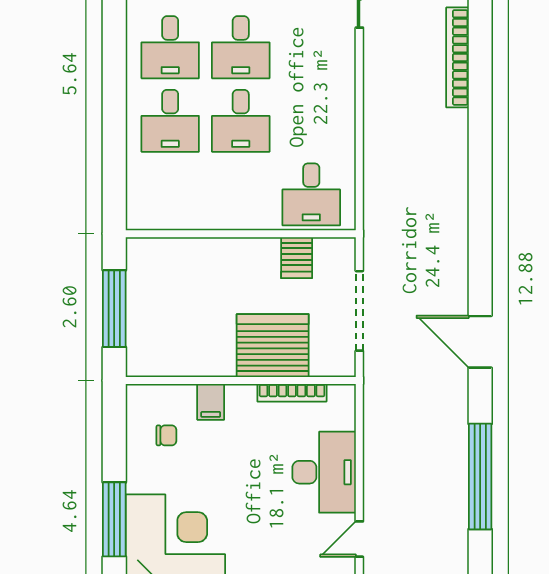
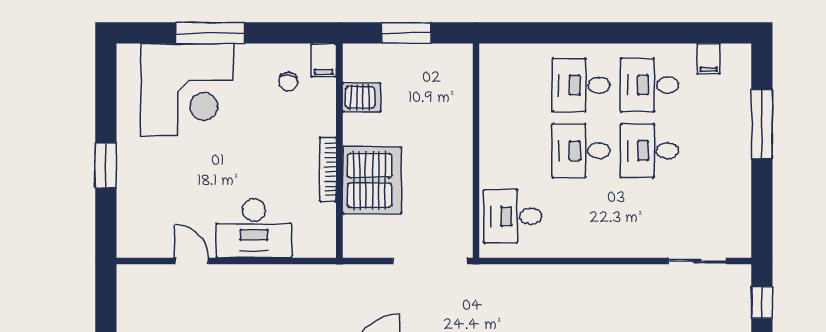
server rack: (297, 258) -> (362, 97), moved, turned 180
window: (114, 309) -> (406, 33), width x0.69
doorway: (359, 311) -> (430, 261), moved
bookcase: (292, 393) -> (328, 170), moved
filing cabinet: (211, 402) -> (324, 60), moved, turned -90

